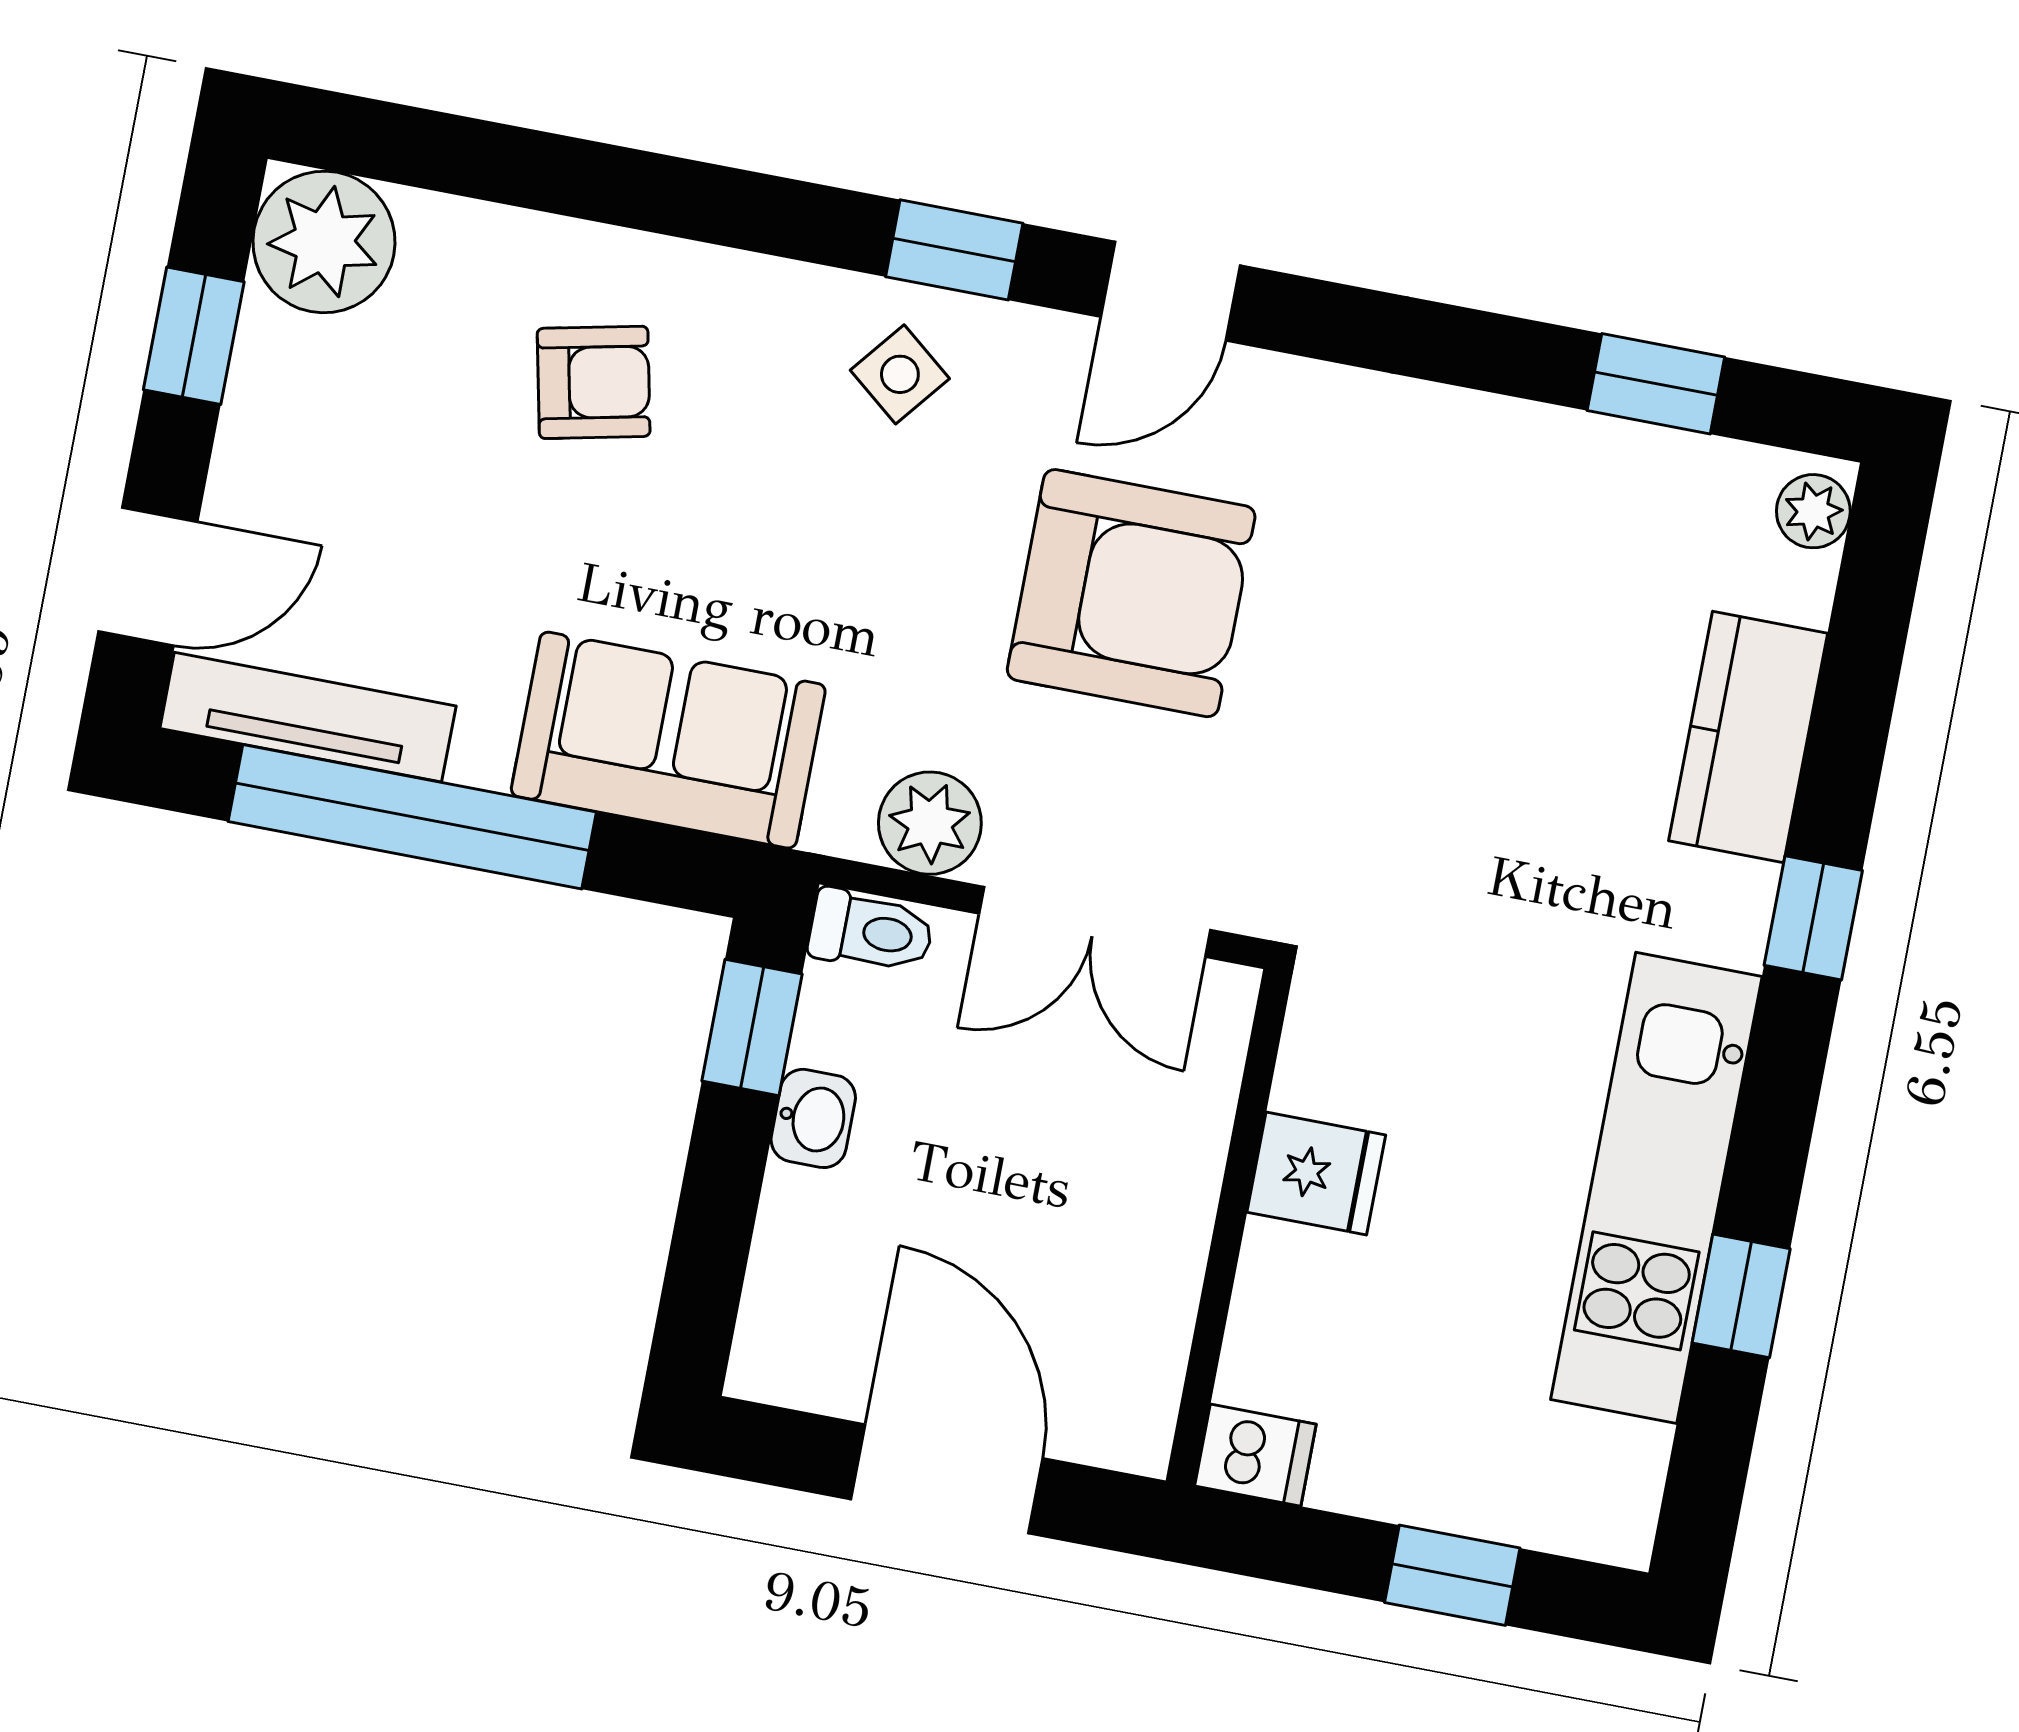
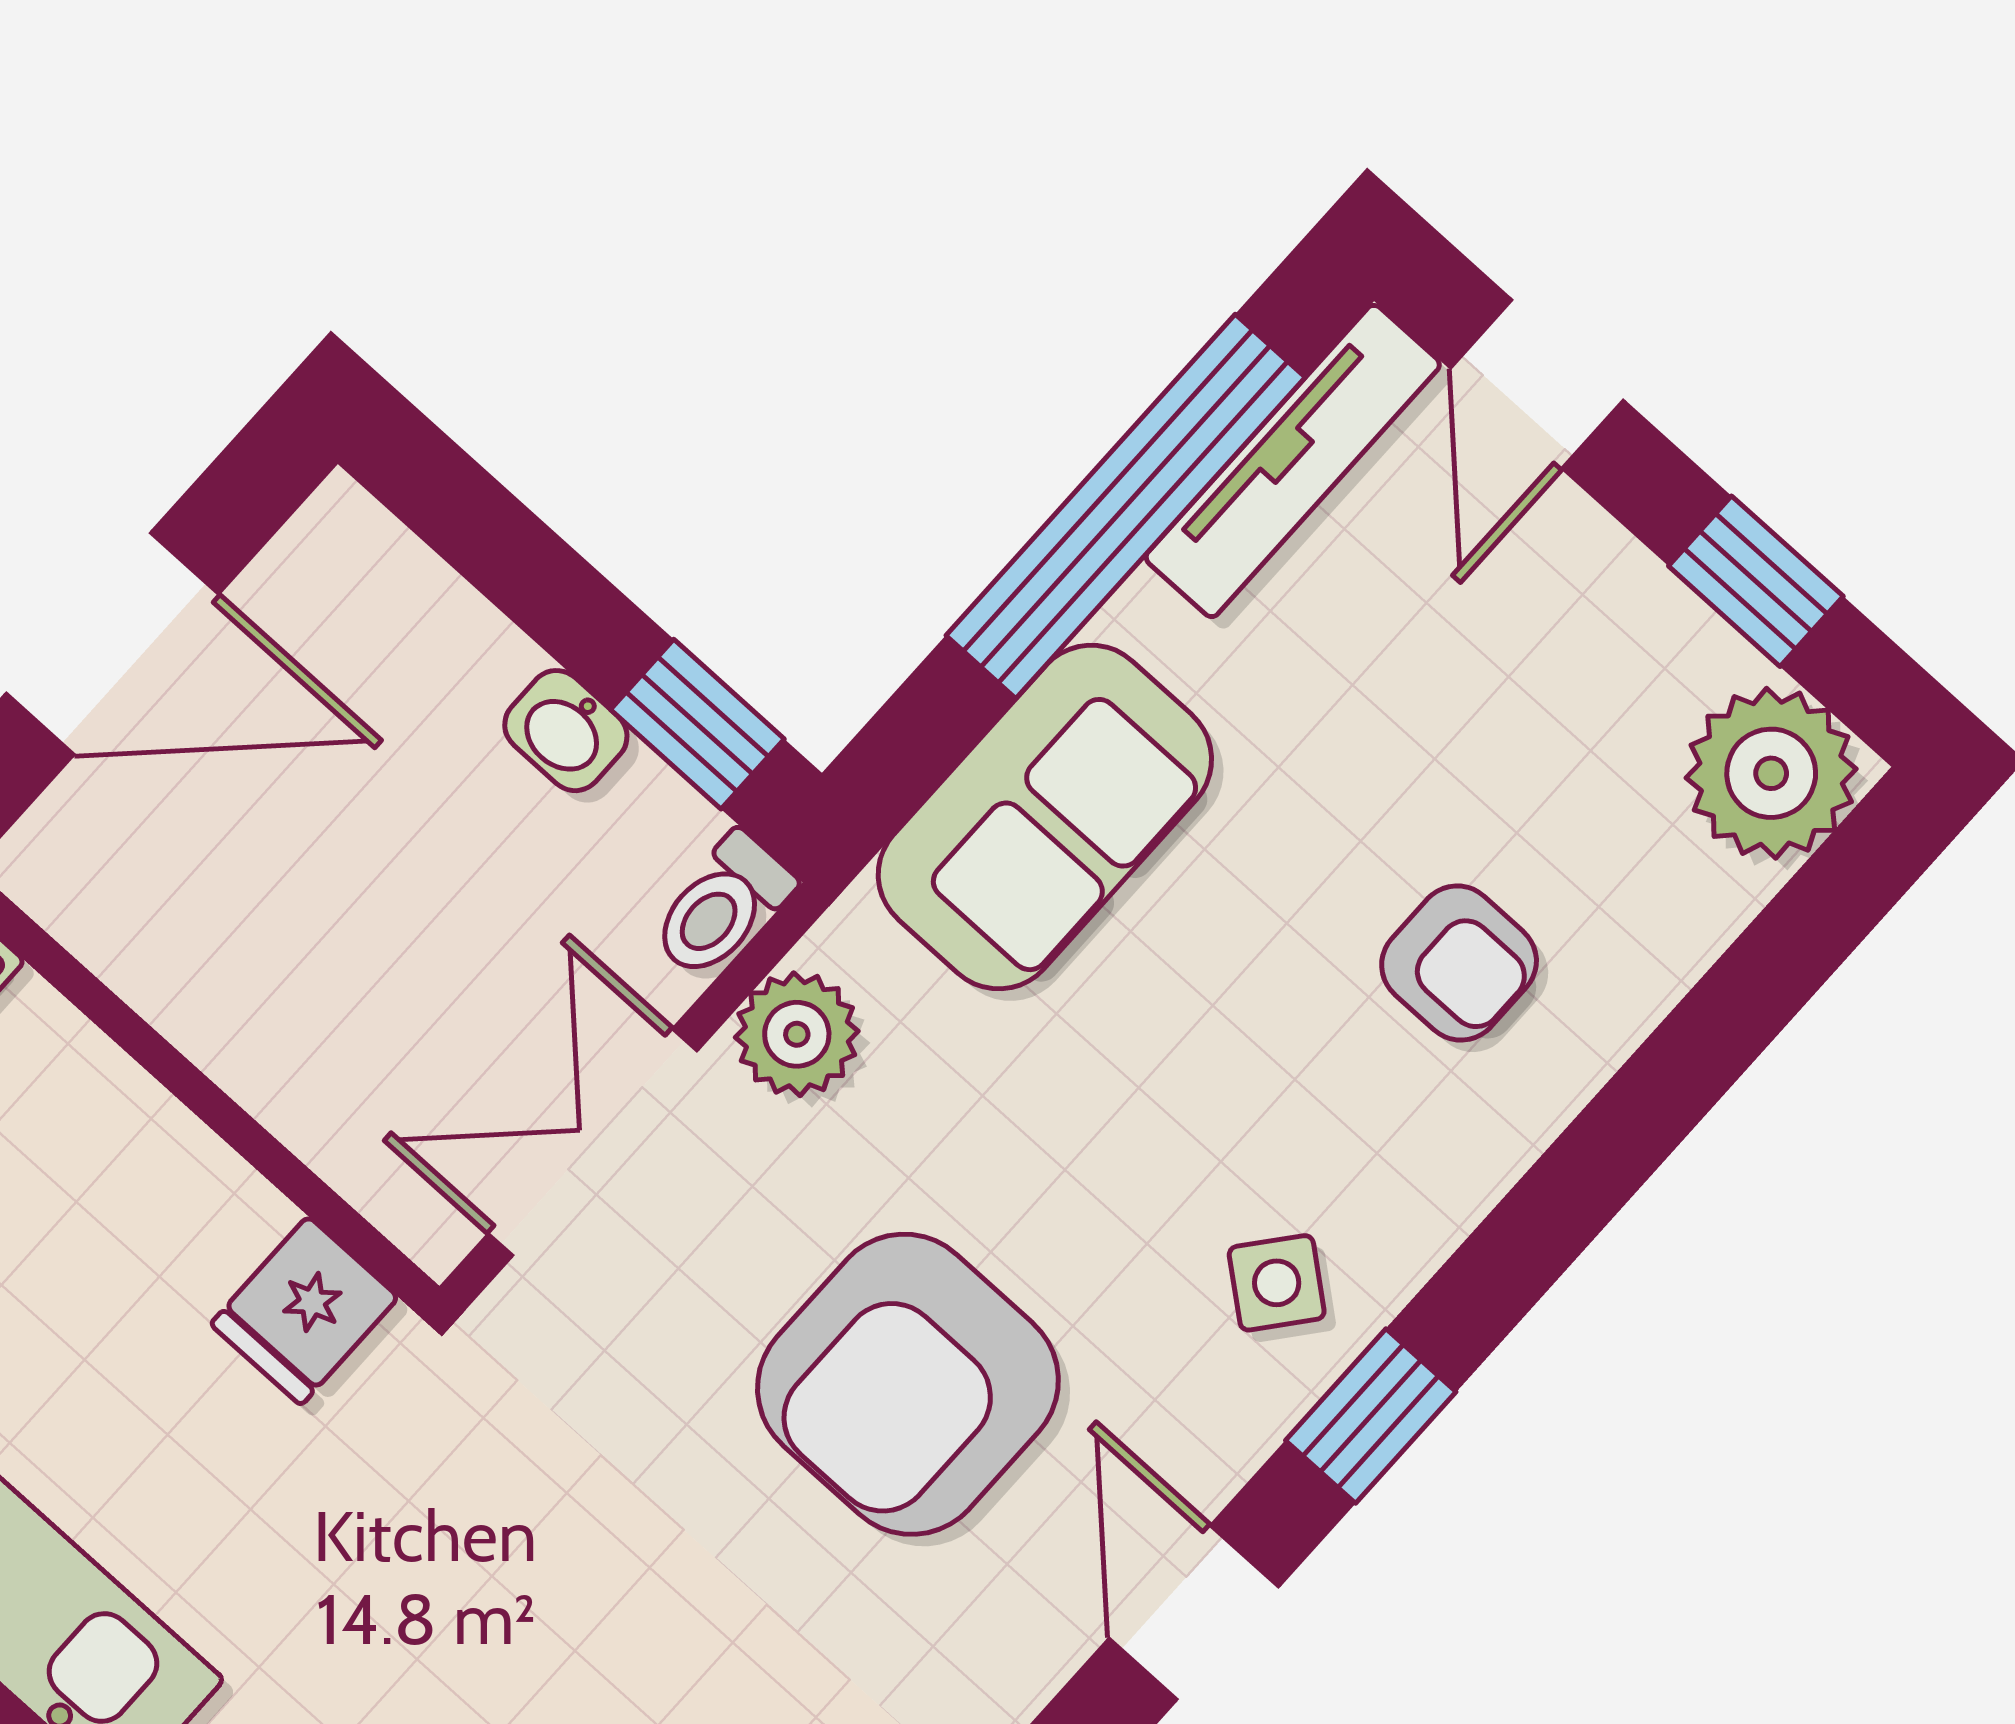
armchair: (594, 382) -> (1459, 963), turned -78
fridge: (1316, 1174) -> (304, 1311), moved

